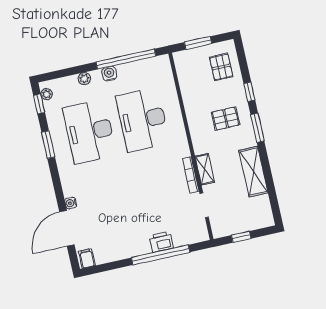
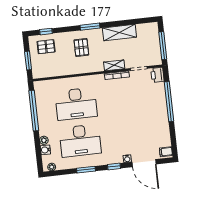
water cooler: (109, 74) -> (45, 150), moved
window: (249, 92) -> (46, 32), moved
window: (39, 104) -> (114, 166), moved
window: (241, 237) -> (163, 46), width x2.17
printer: (161, 242) -> (157, 75), moved

